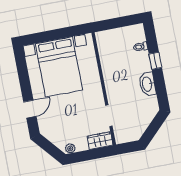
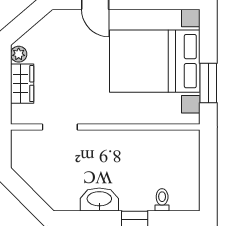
window: (66, 33) -> (208, 83), added
wardrobe: (100, 141) -> (22, 84), moved

